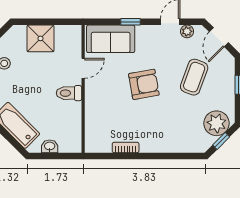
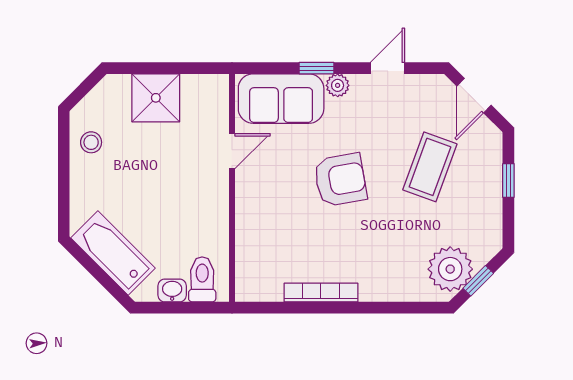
plant: (187, 31) -> (338, 85), moved
toilet: (69, 93) -> (202, 279), moved, turned 90
plant: (216, 123) -> (450, 269), moved
bookcase: (126, 147) -> (321, 292), width x1.56

